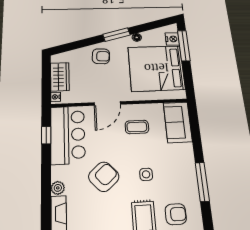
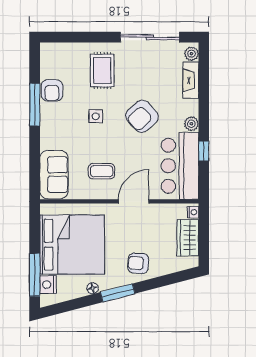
window: (46, 135) -> (204, 151), moved
plant: (58, 188) -> (191, 124), moved
armchair: (176, 214) -> (52, 90), moved, turned -90

